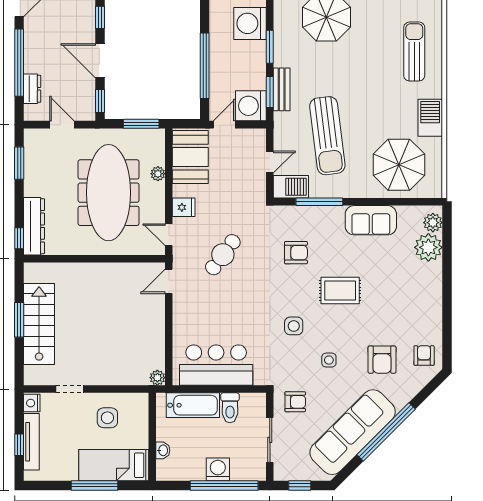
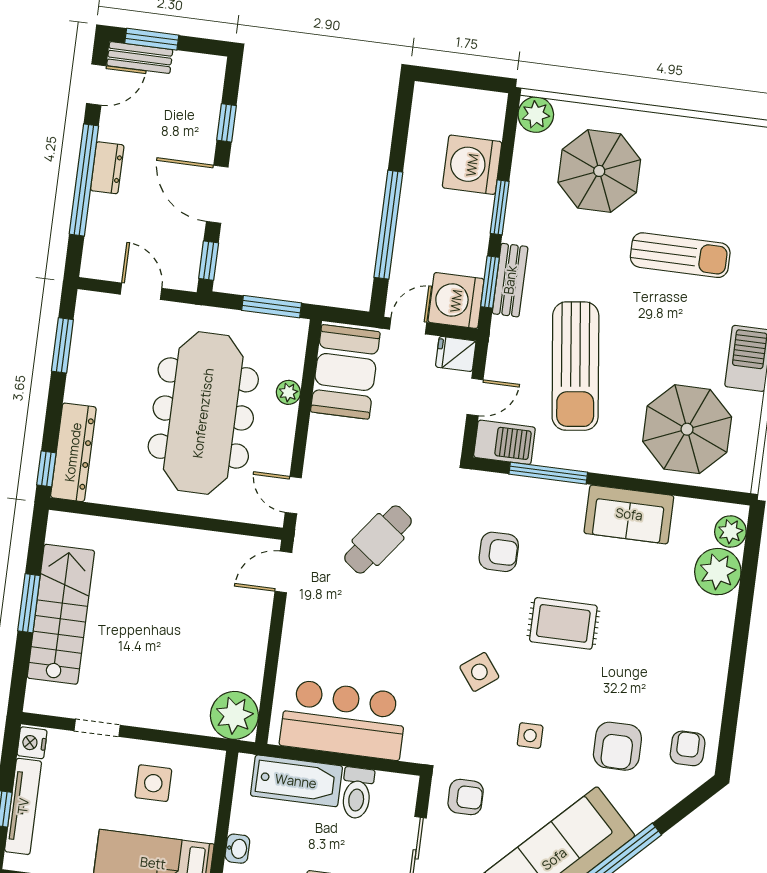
sun lounger: (414, 52) -> (680, 255), moved, turned 90
dresser: (32, 89) -> (107, 168), moved
fridge: (184, 207) -> (456, 354), moved, turned 180
side table: (294, 326) -> (479, 672), turned -37
plant: (157, 378) -> (234, 715), width x1.87, depth x1.87

